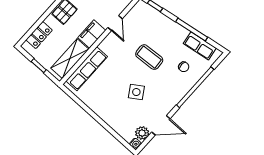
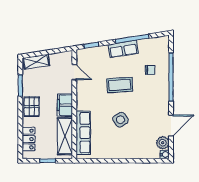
door: (115, 23) -> (74, 72), moved
row of seats: (200, 46) -> (123, 49), moved
side table: (136, 92) -> (120, 120), moved

